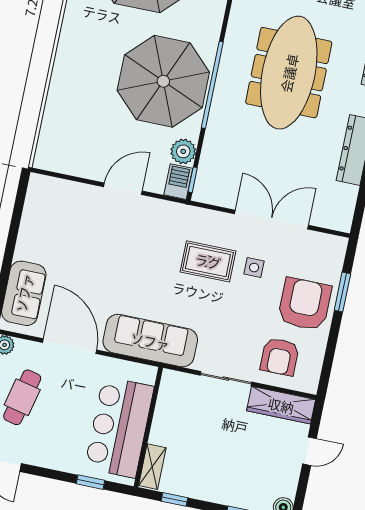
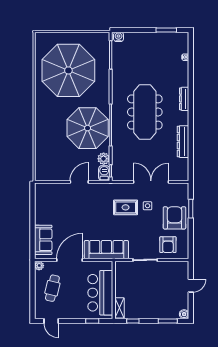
door: (70, 346) -> (70, 260), hinge flipped
wardrobe: (281, 405) -> (173, 267), removed

